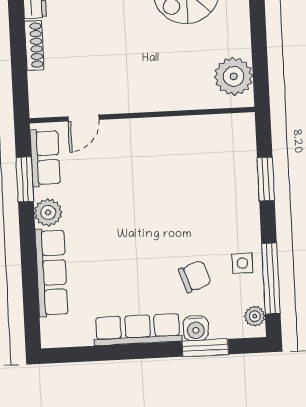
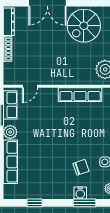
row of seats: (138, 329) -> (80, 95), moved, turned 180
window: (105, 353) -> (35, 203), added

